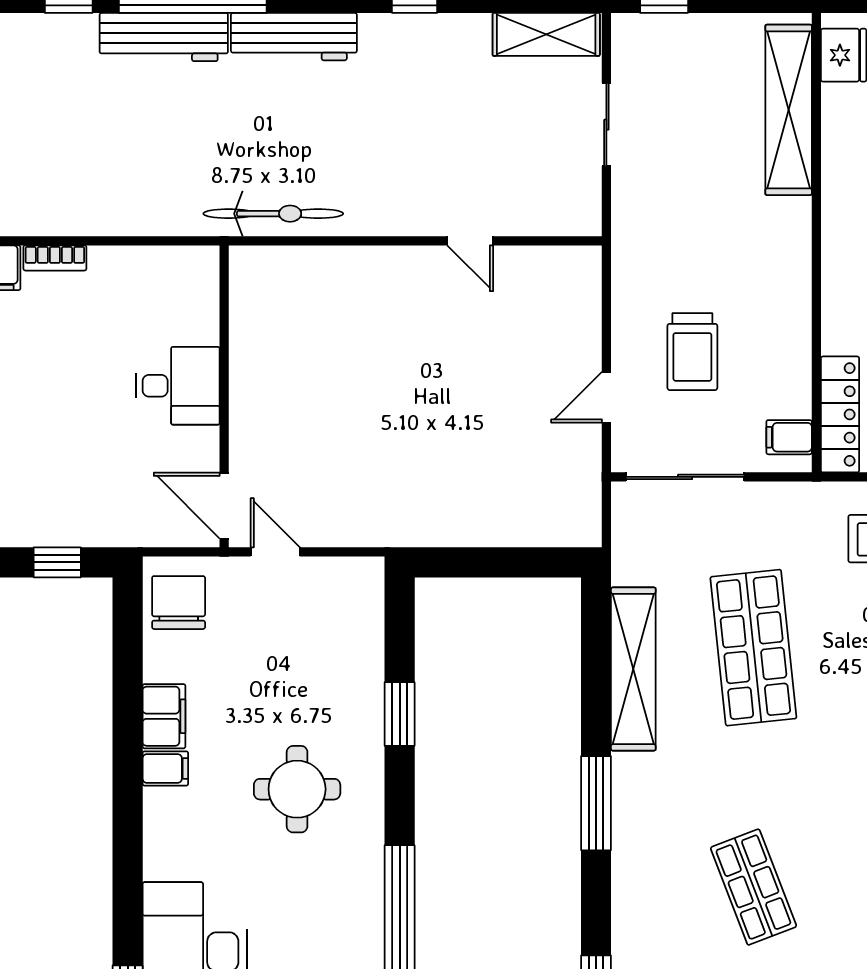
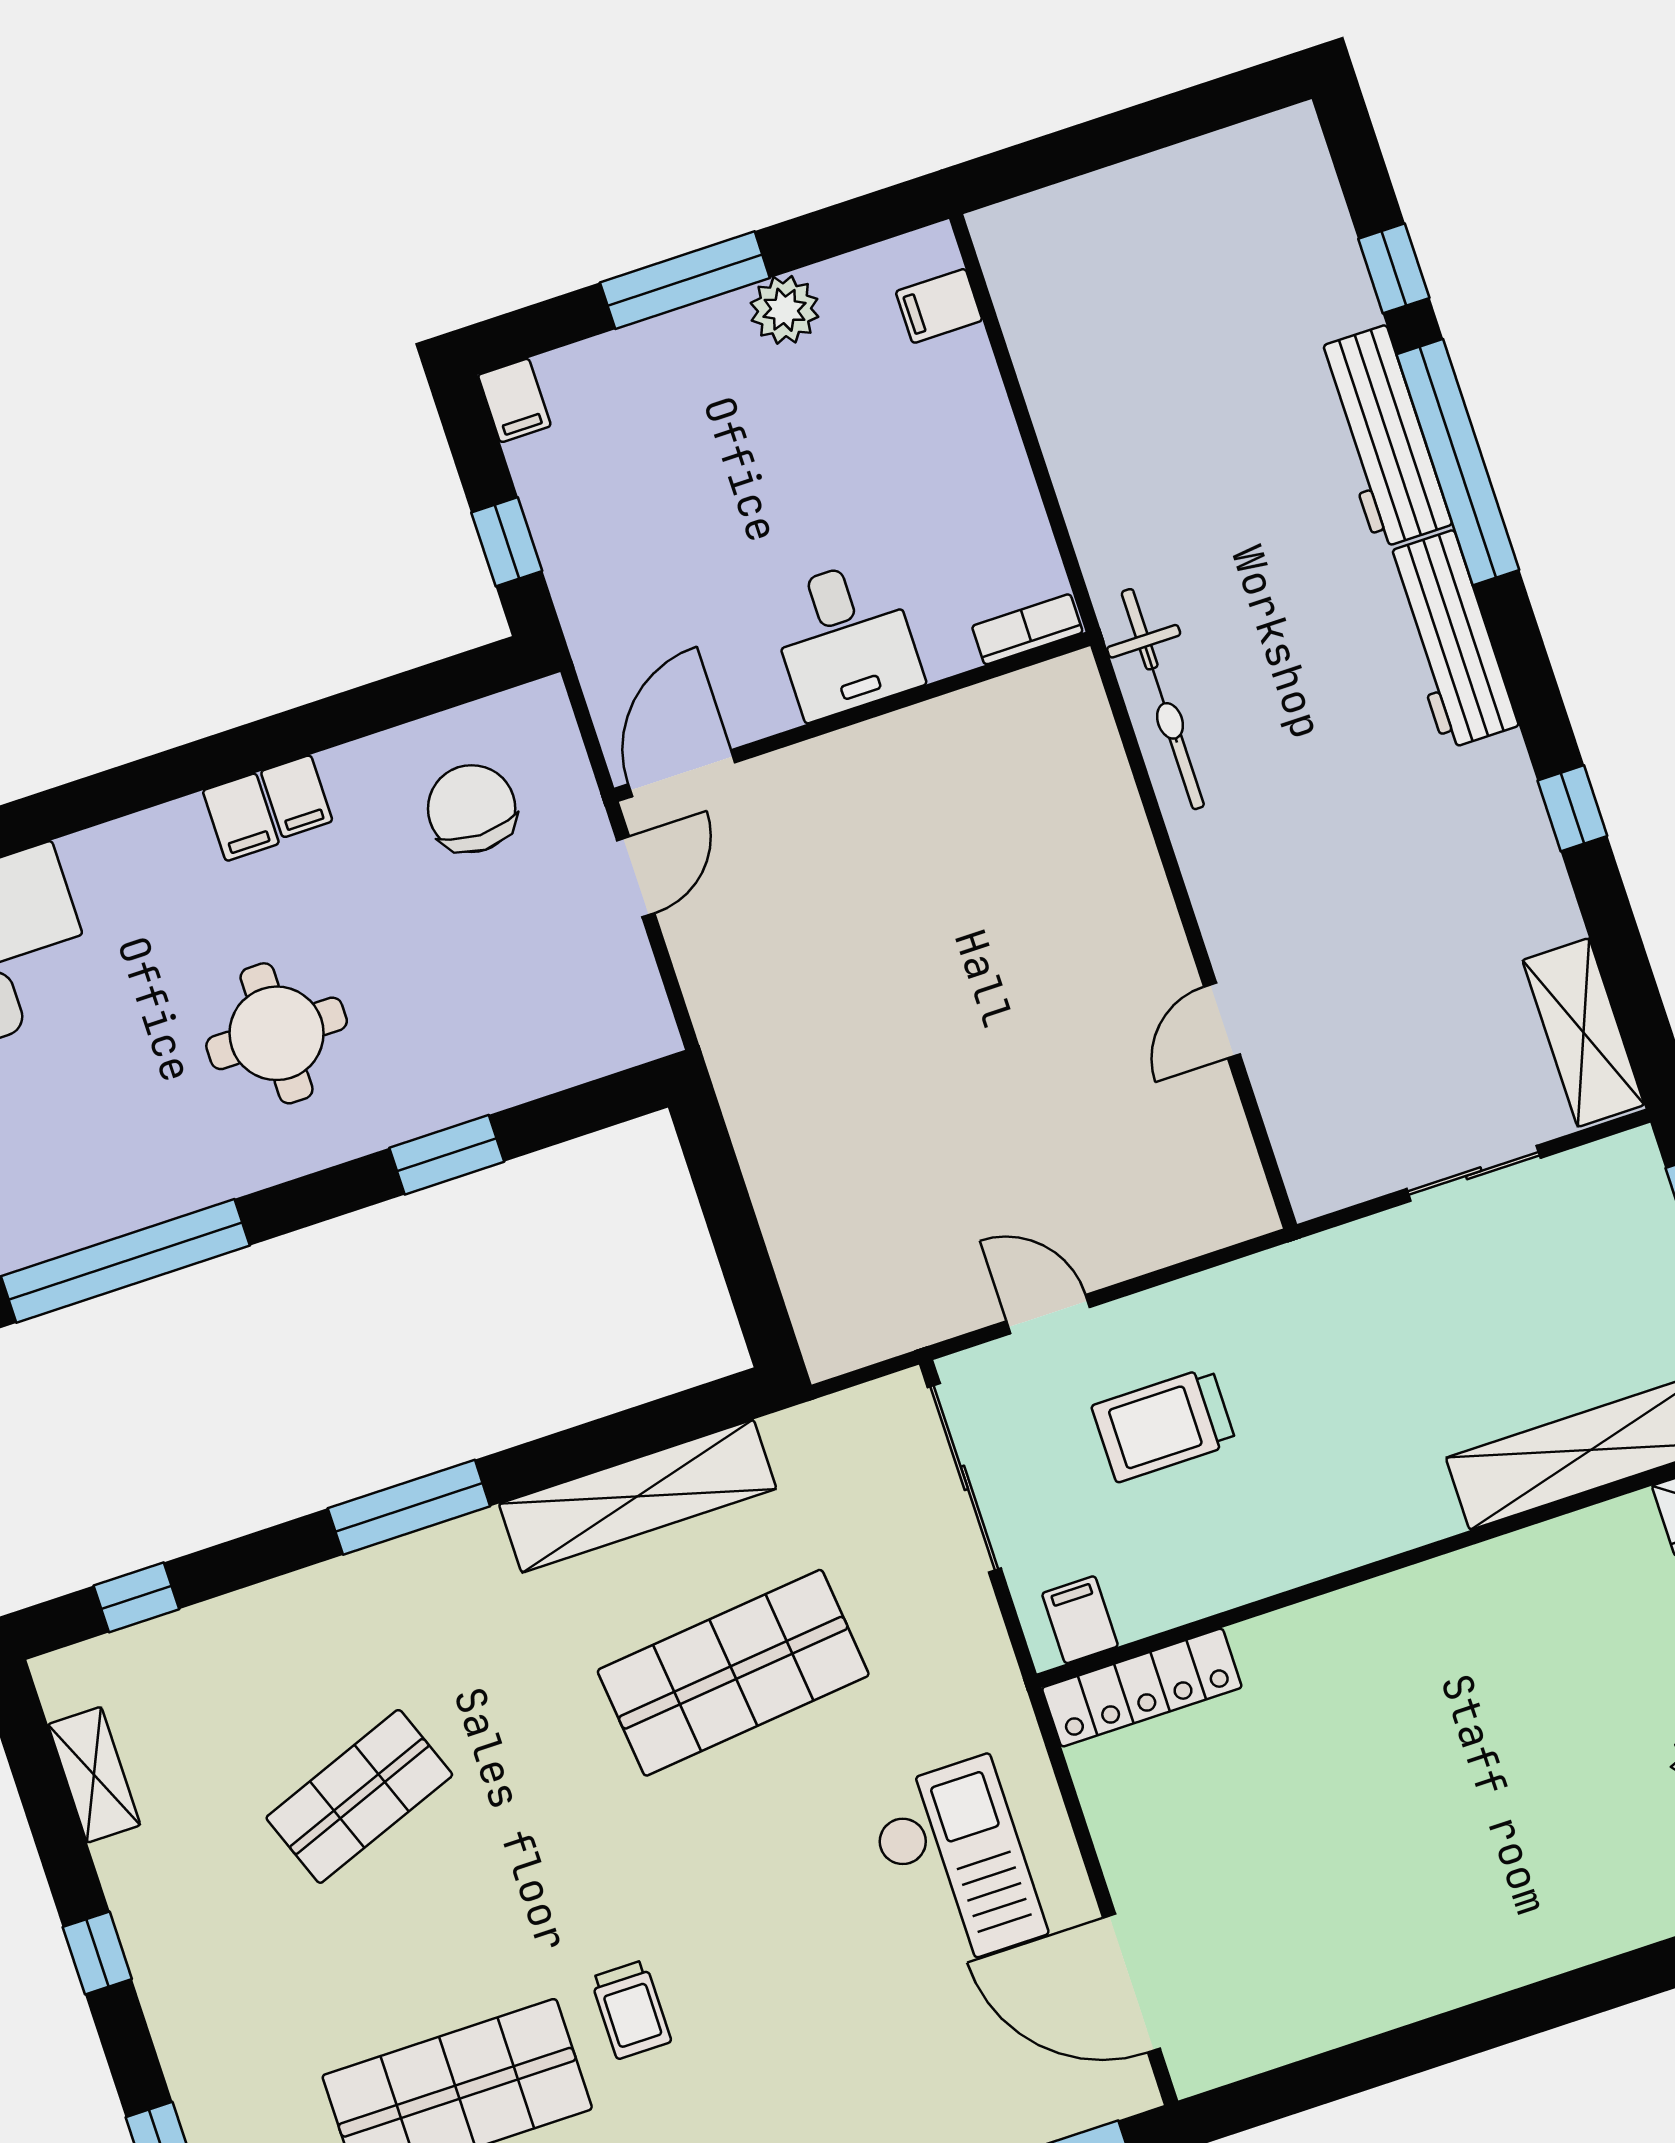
bookcase: (55, 258) -> (1027, 629), moved, turned 90
chair: (179, 603) -> (472, 809), moved, turned -90
filing cabinet: (164, 716) -> (297, 796), width x0.50

